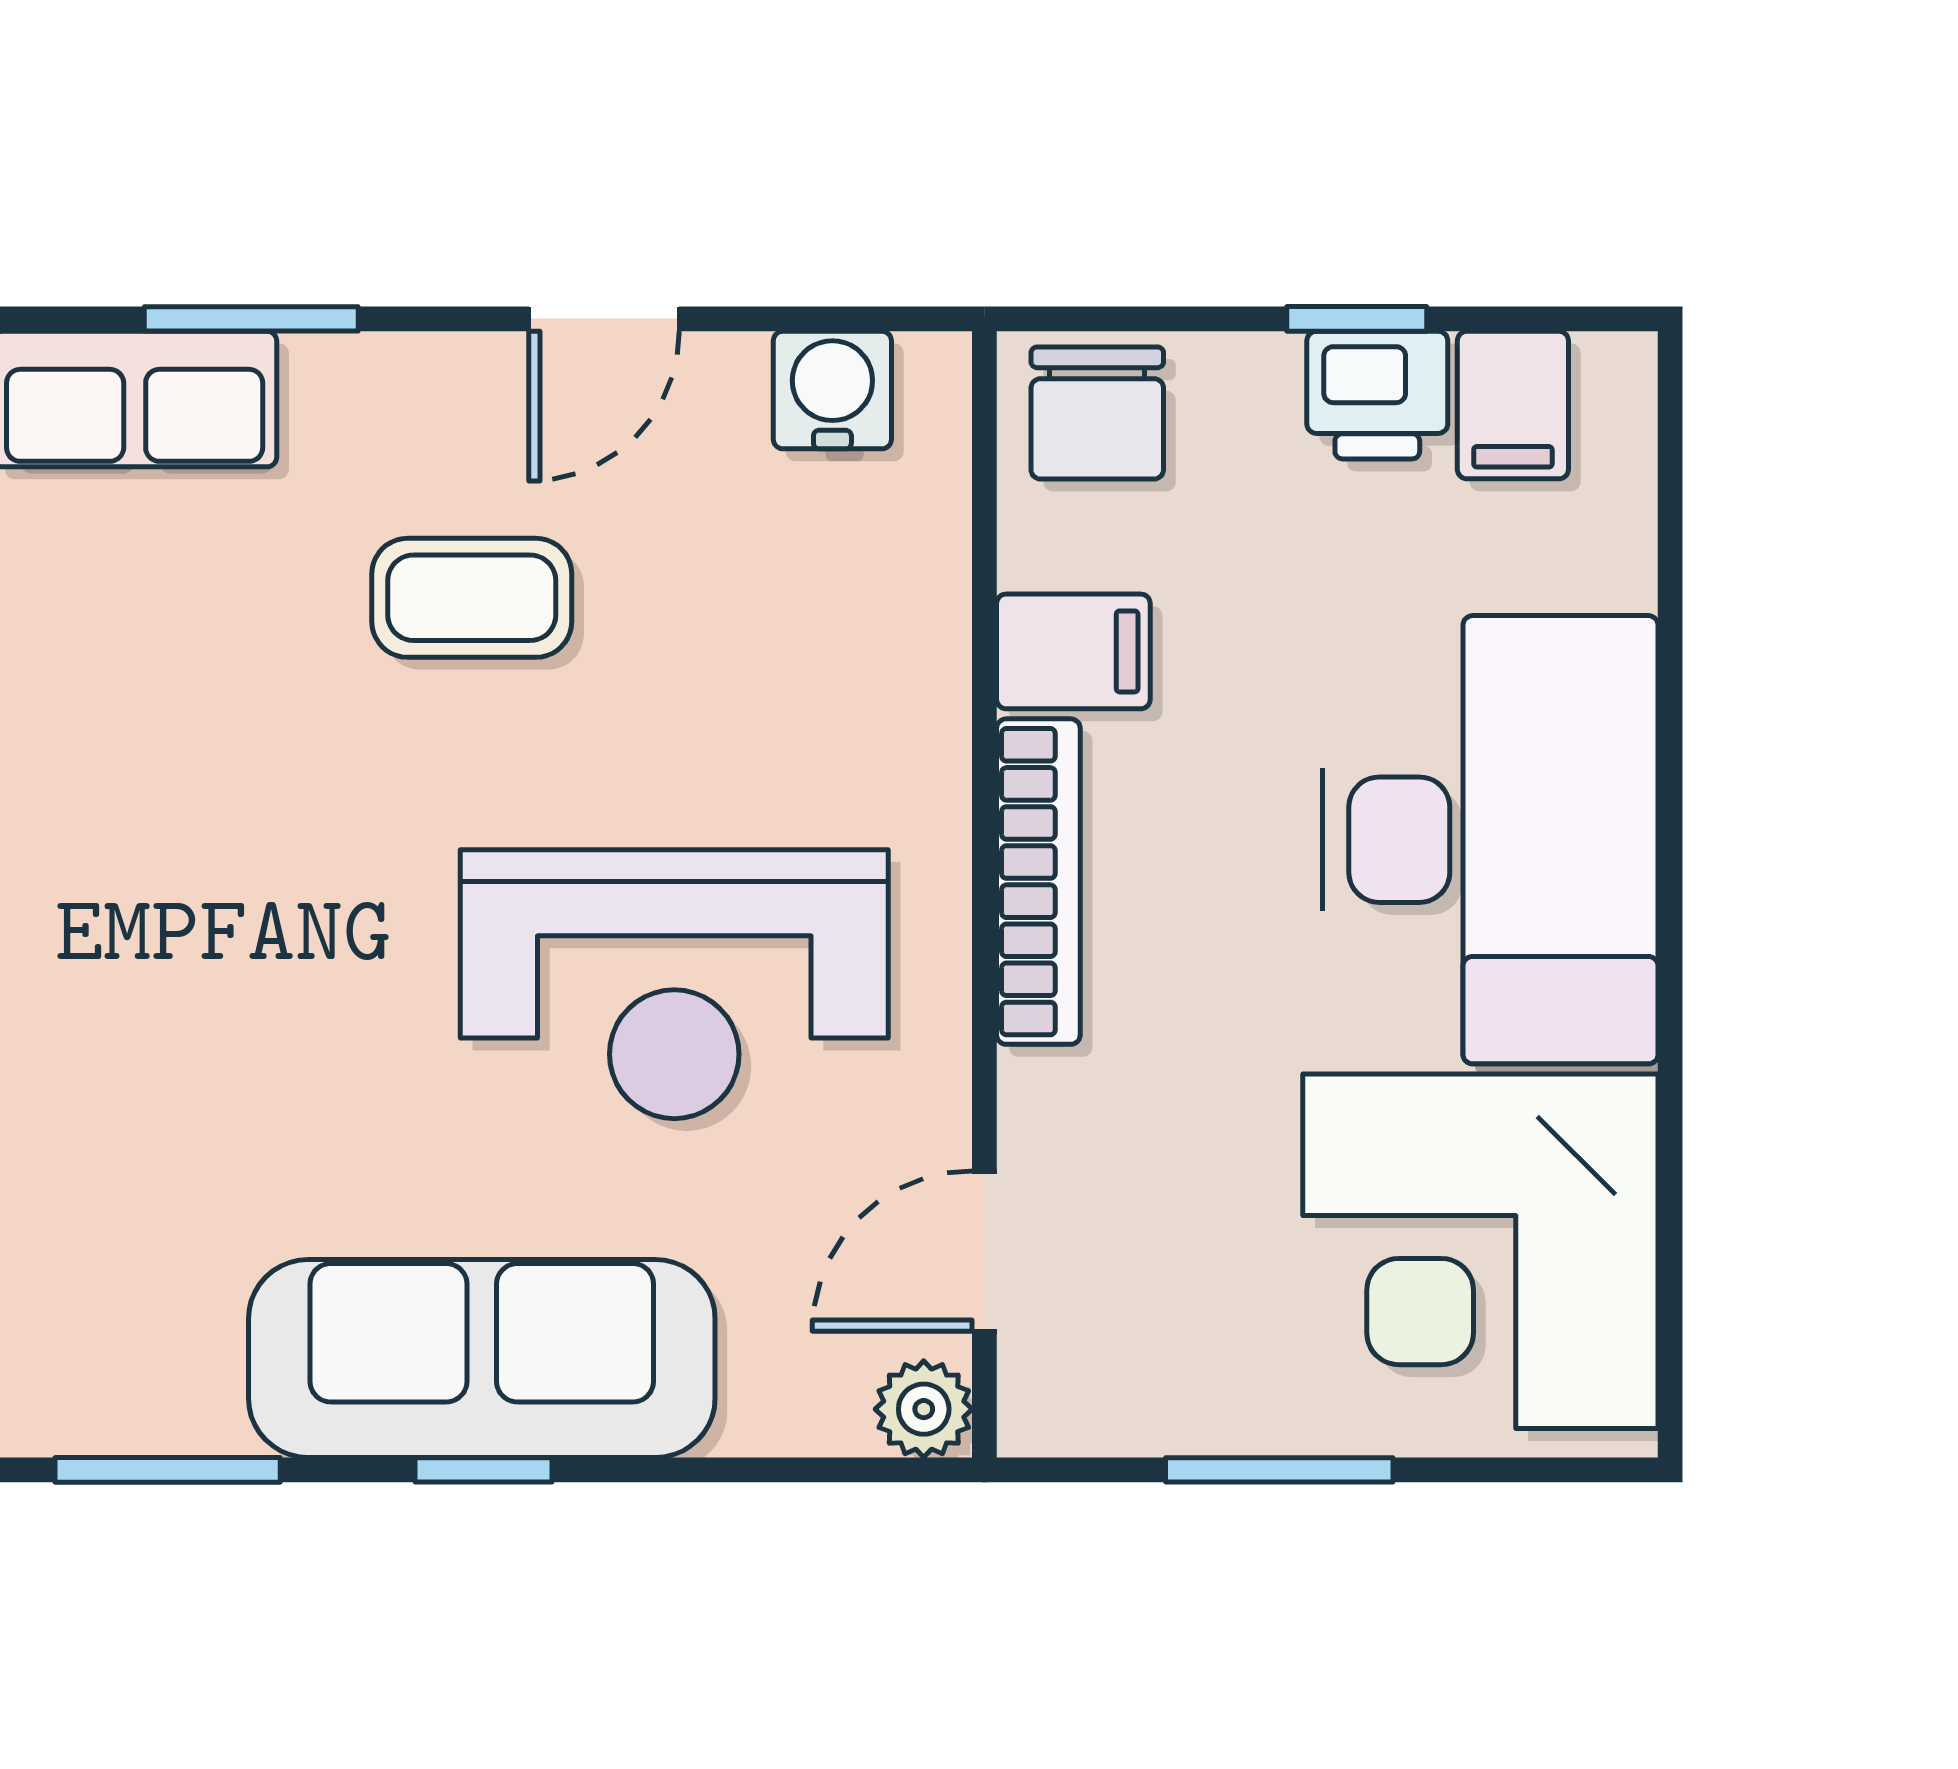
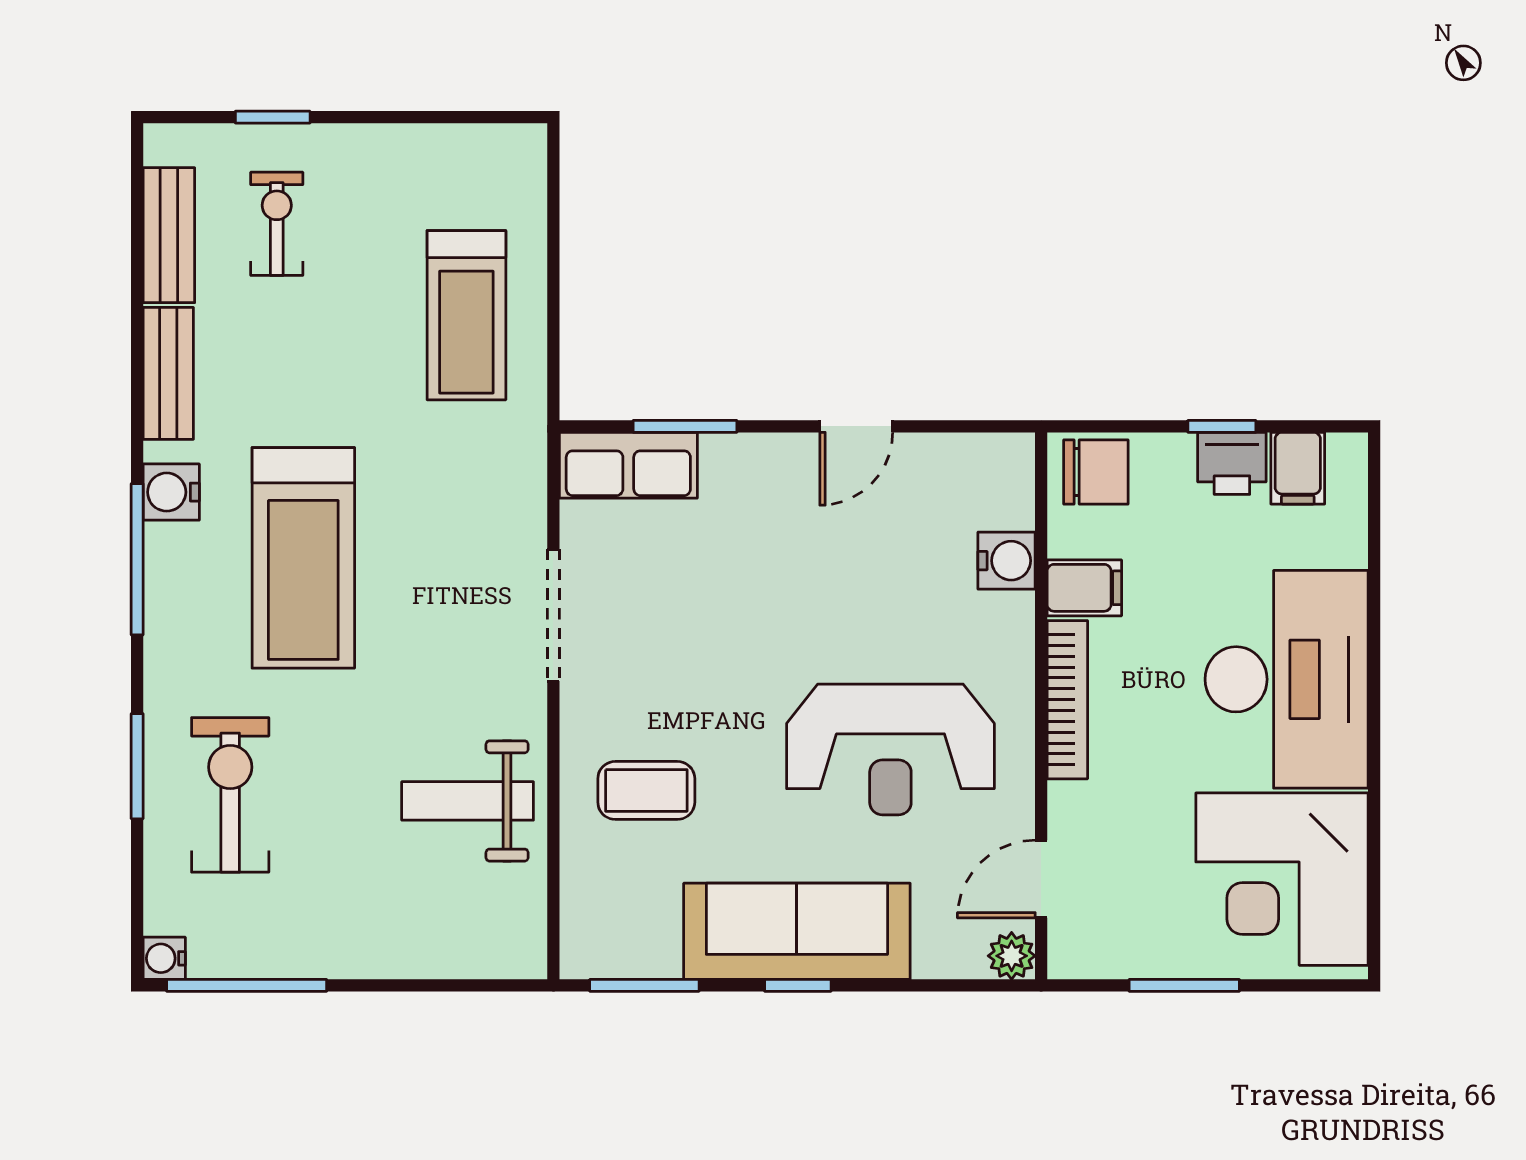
water cooler: (832, 390) -> (1007, 561), moved, turned 90
chair: (1097, 413) -> (1096, 472), turned -90
coffee table: (472, 598) -> (646, 790), moved

